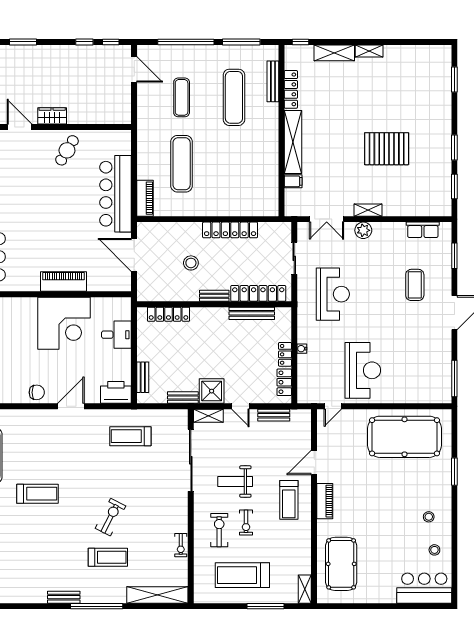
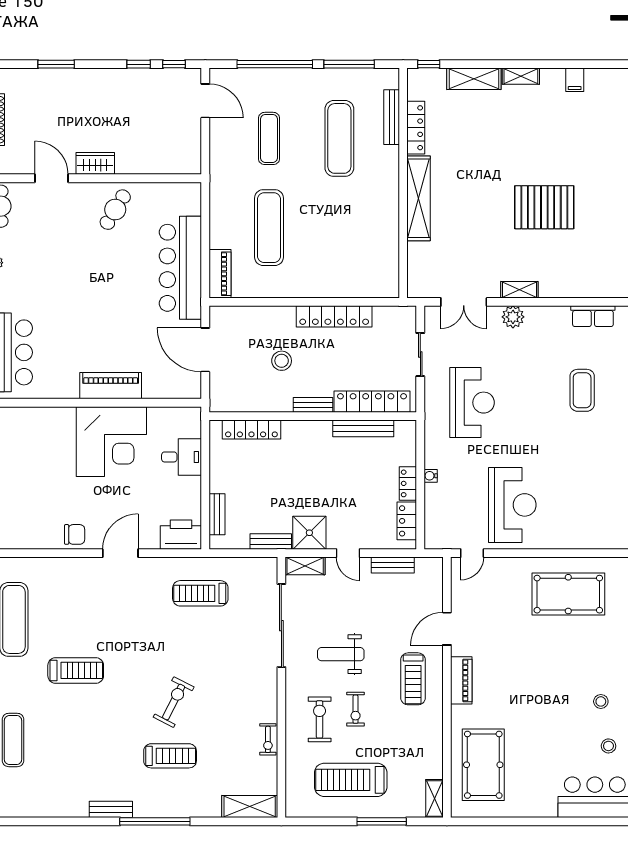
filing cabinet: (293, 181) -> (575, 80), moved, turned 90
pool table: (404, 437) -> (568, 594), width x0.73, depth x0.76
shelving: (157, 595) -> (250, 806), width x0.68

